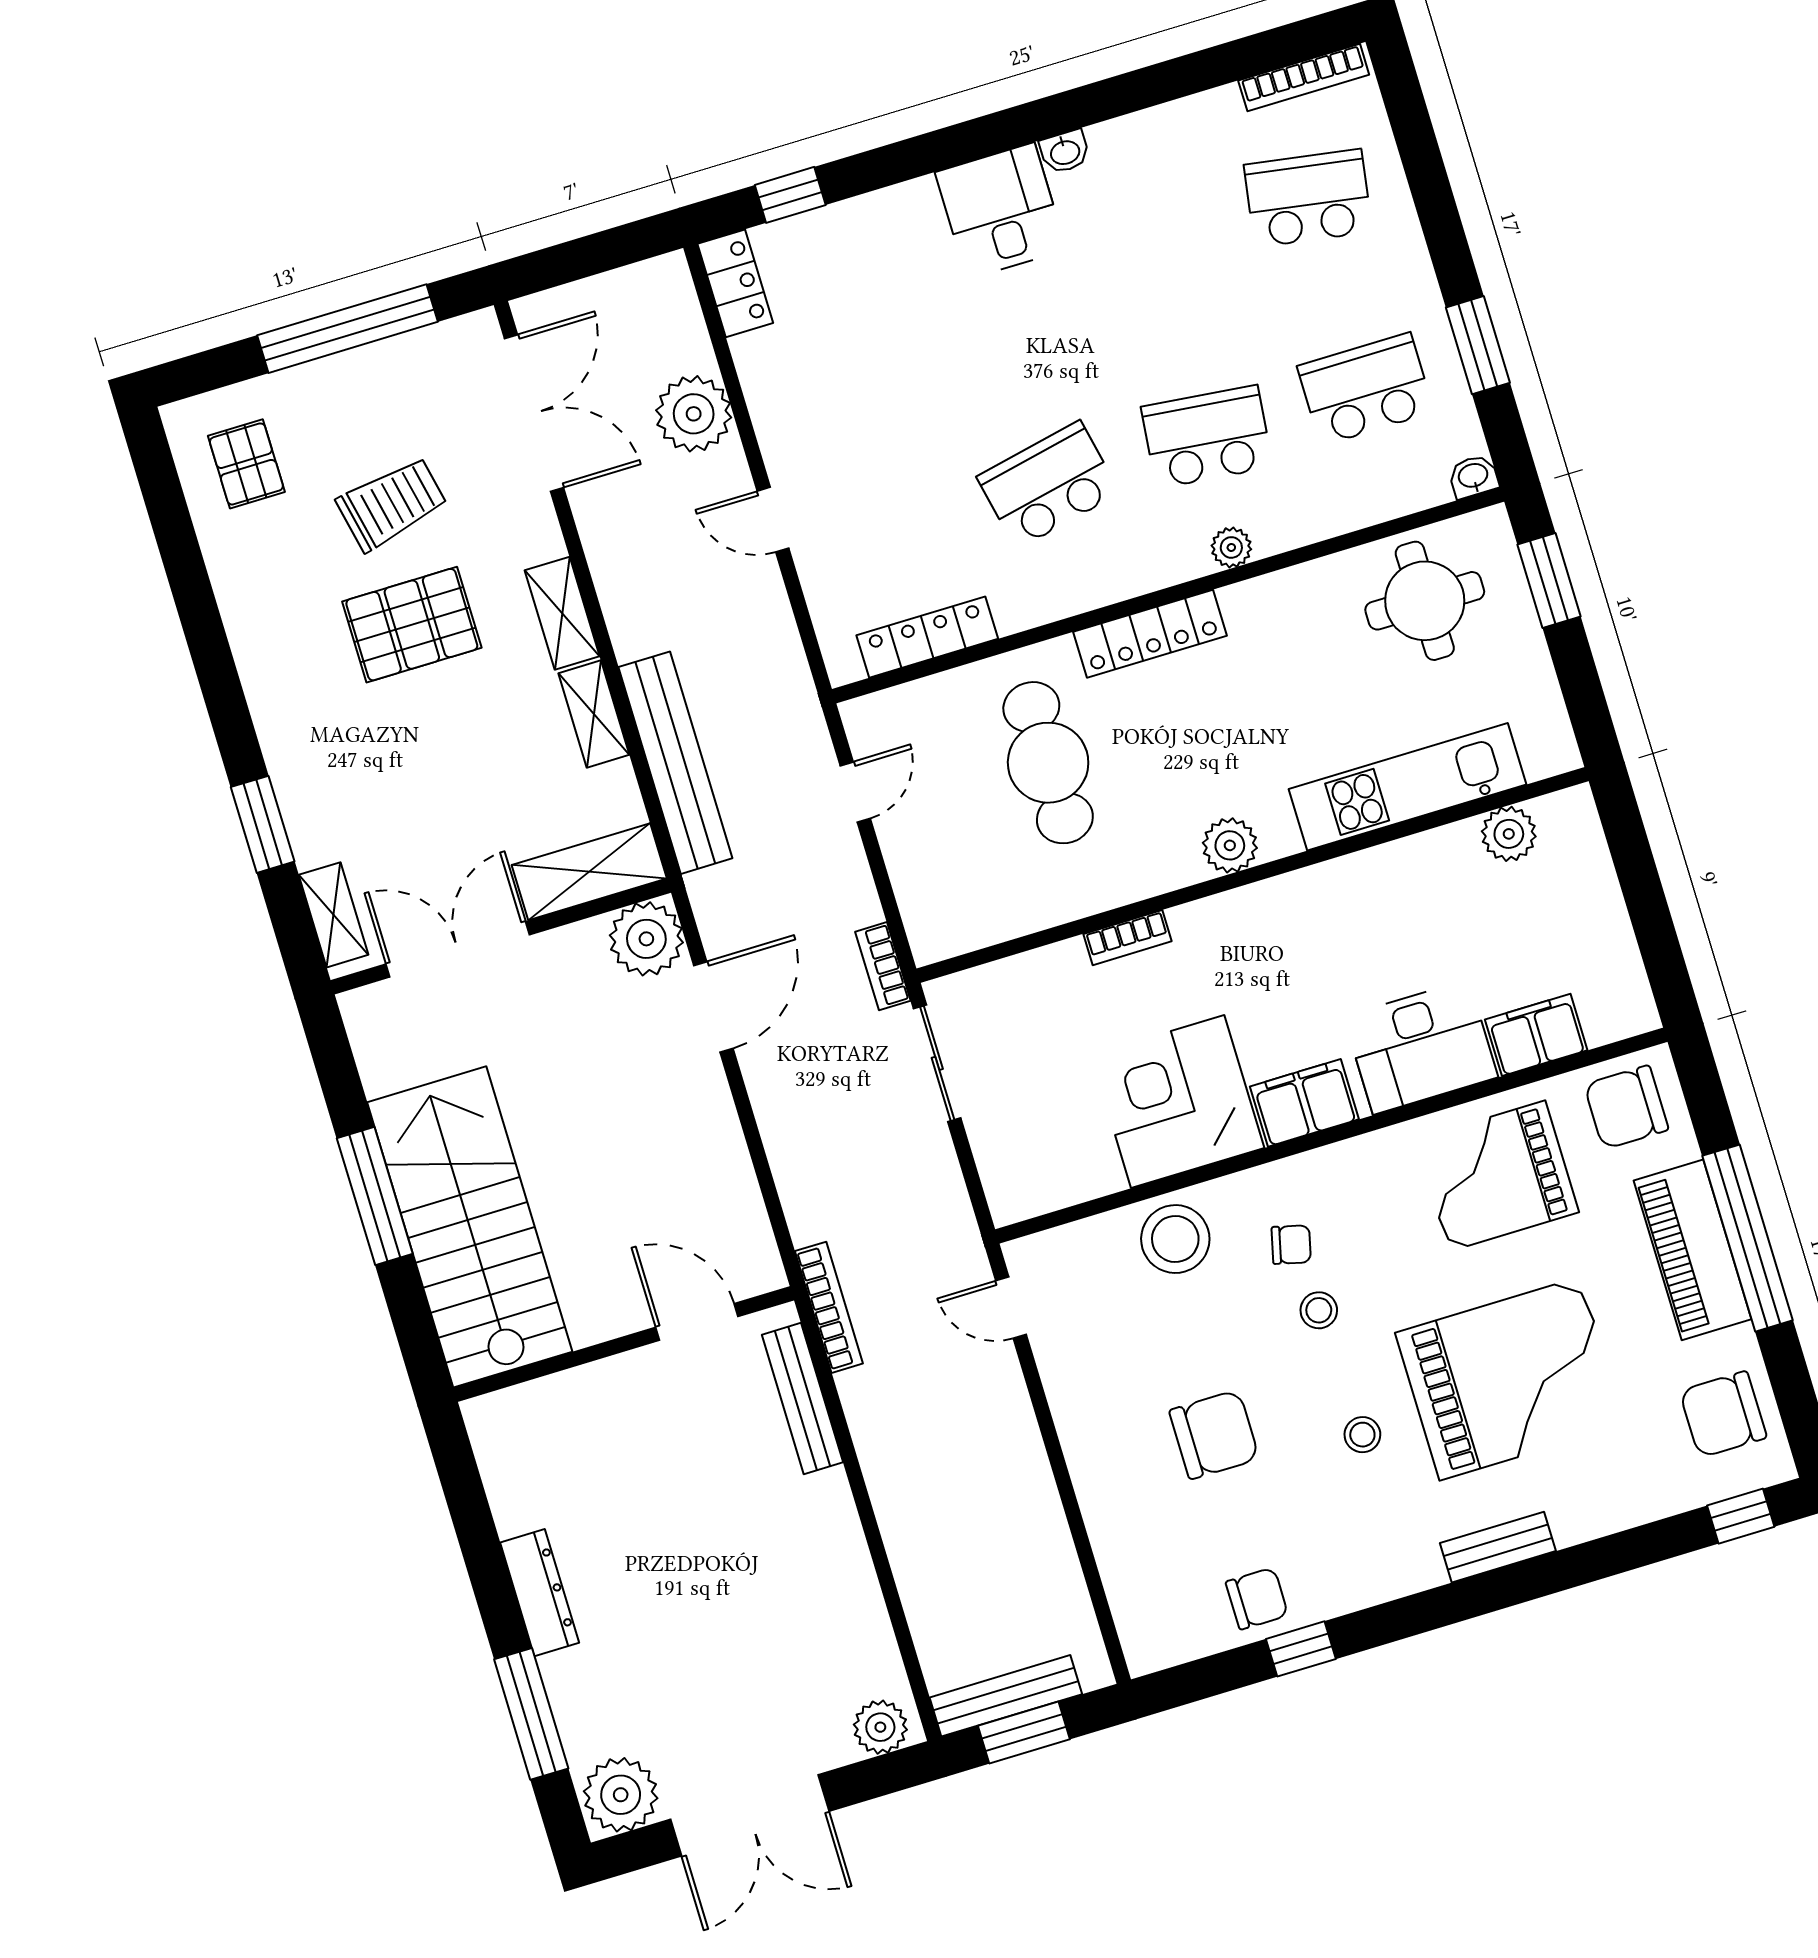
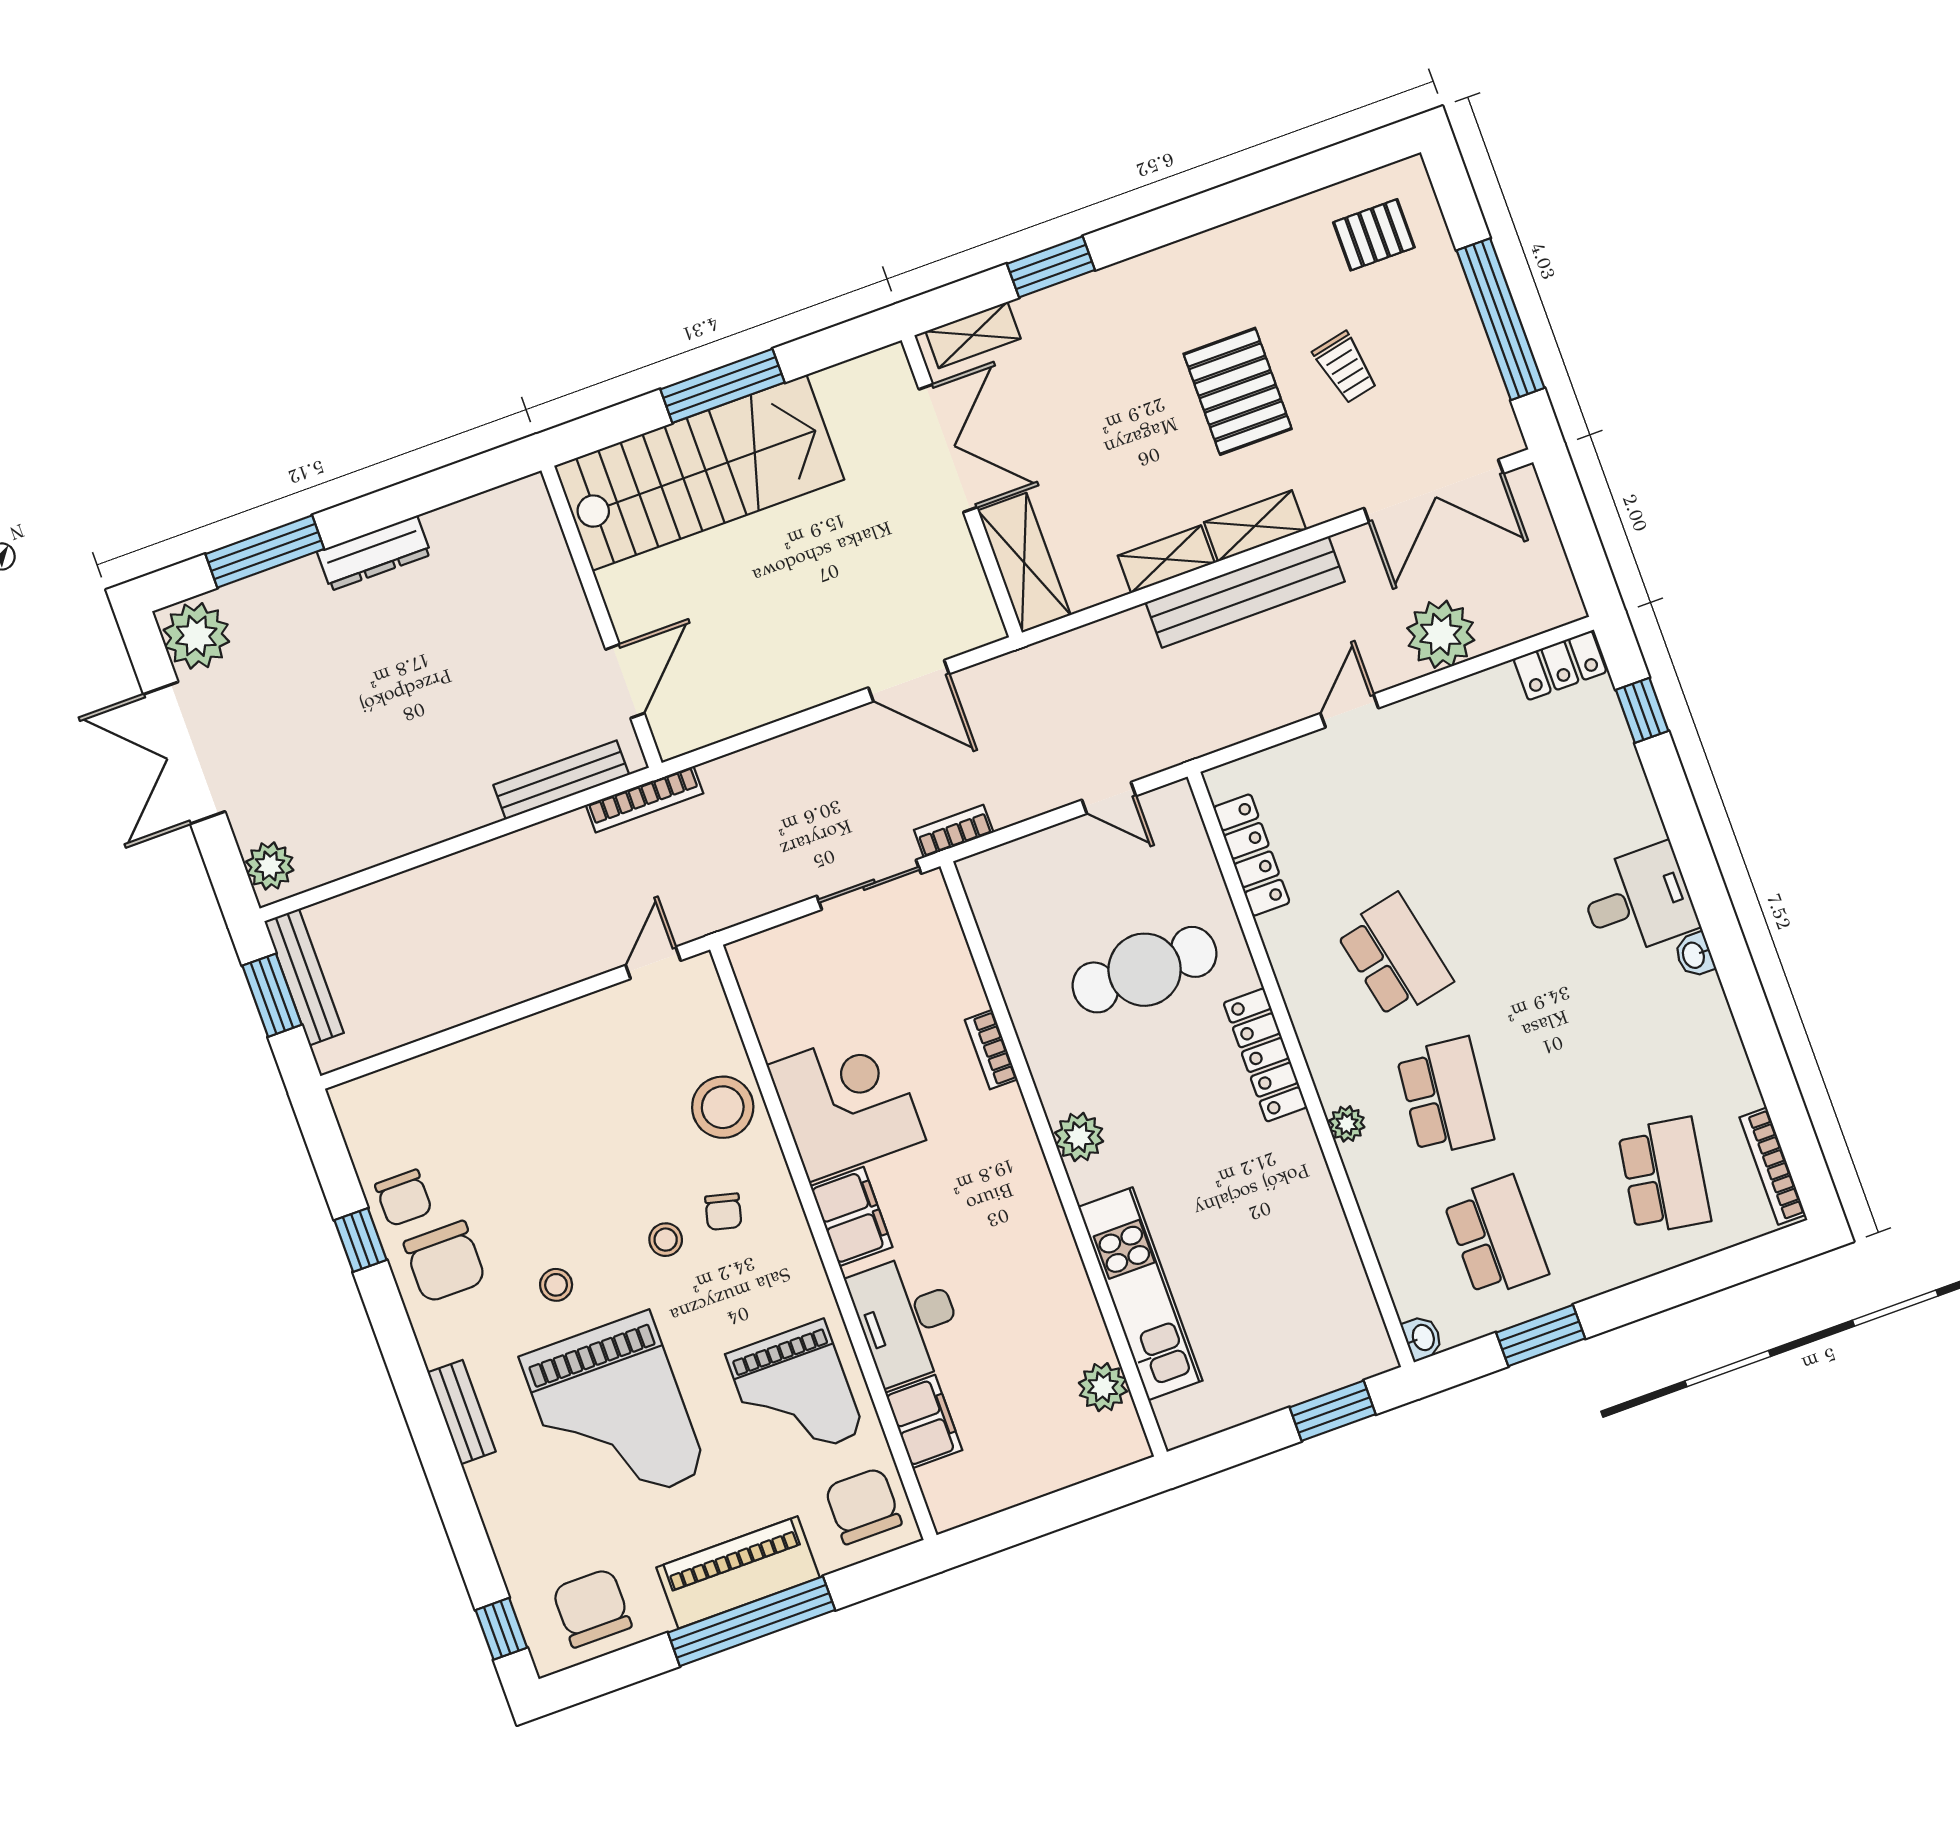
trolley: (392, 504) -> (1345, 367), width x0.73, depth x0.72
round table: (1425, 601) -> (1308, 1300), removed
bench: (675, 763) -> (1245, 592), moved
plant: (646, 939) -> (967, 617), removed
grand piano: (1497, 1176) -> (795, 1393), turned 180
chair: (1214, 1435) -> (445, 1262), moved

